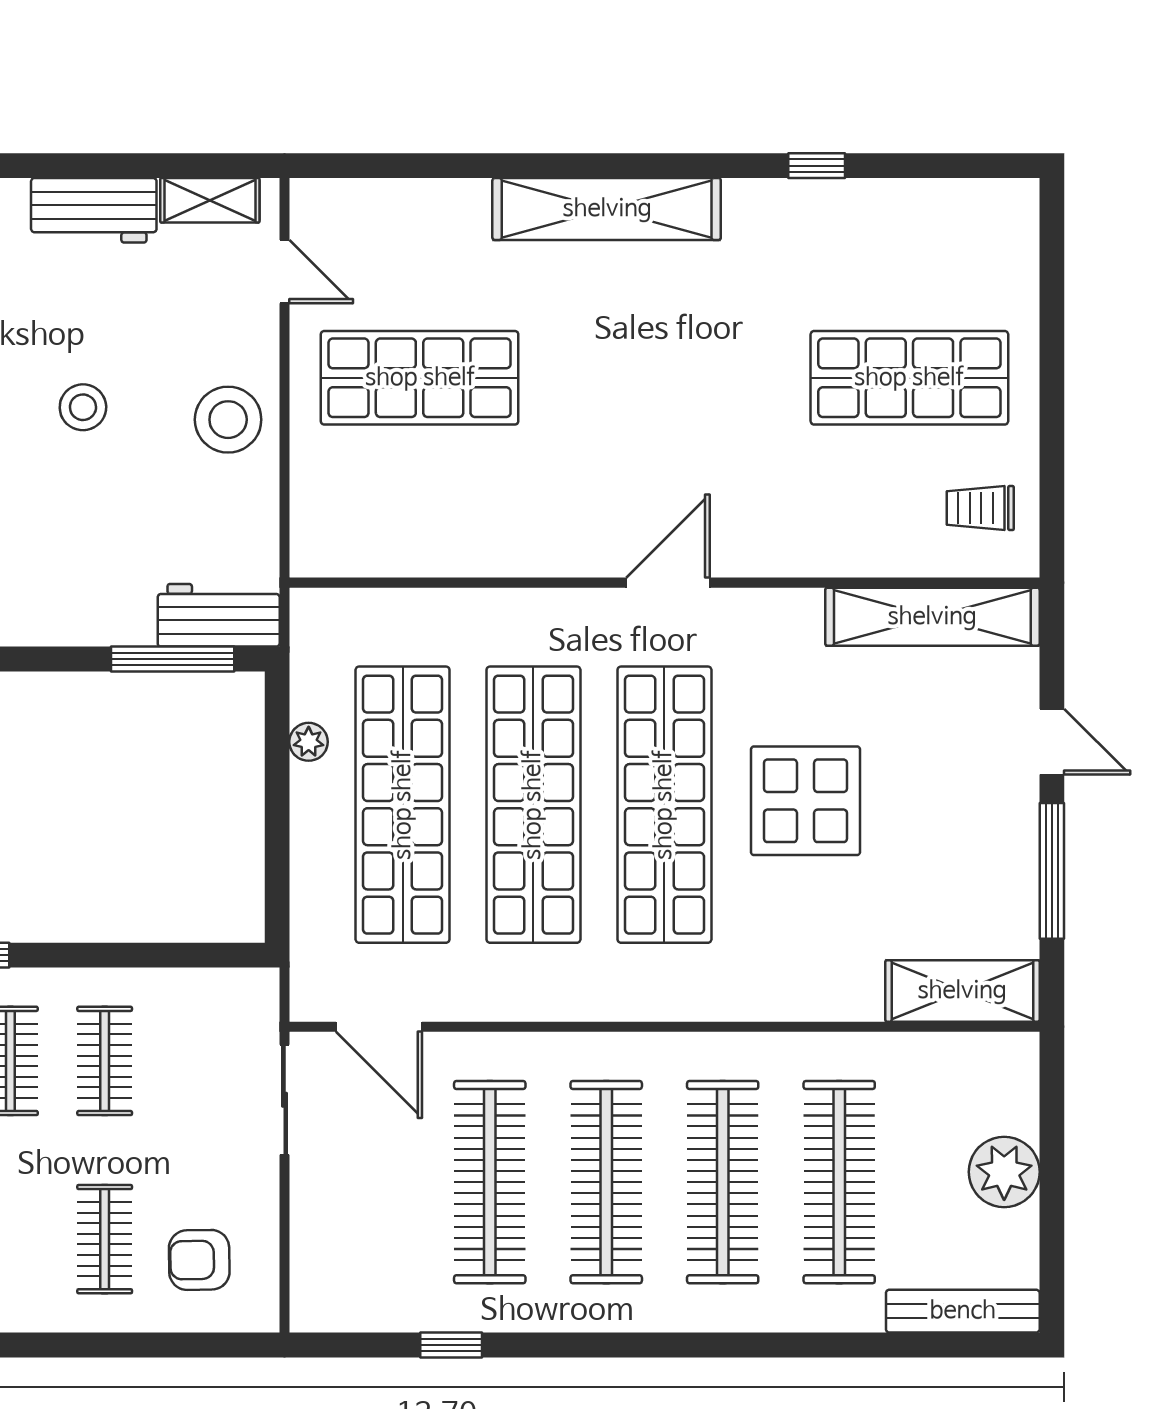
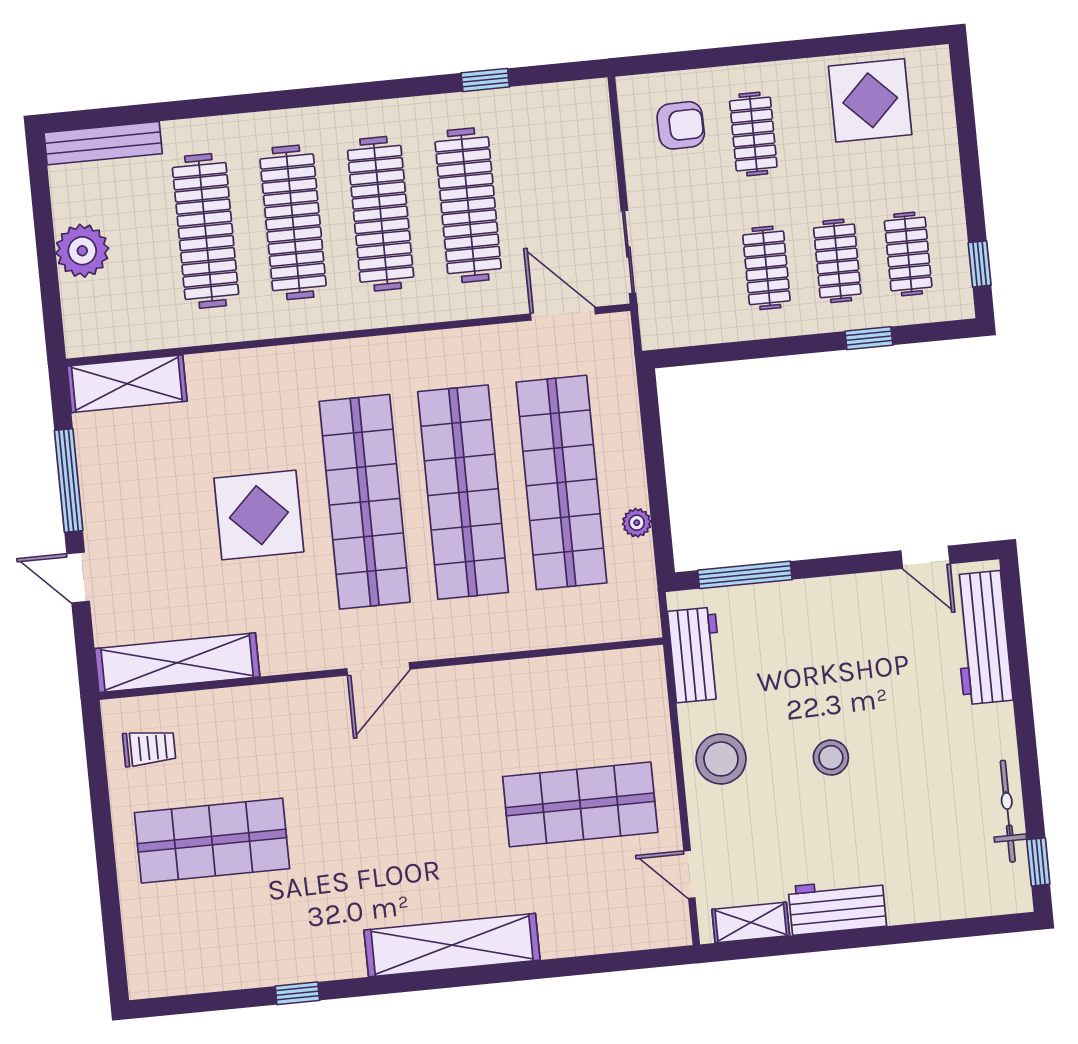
workbench: (219, 615) -> (696, 655), moved, turned -90

